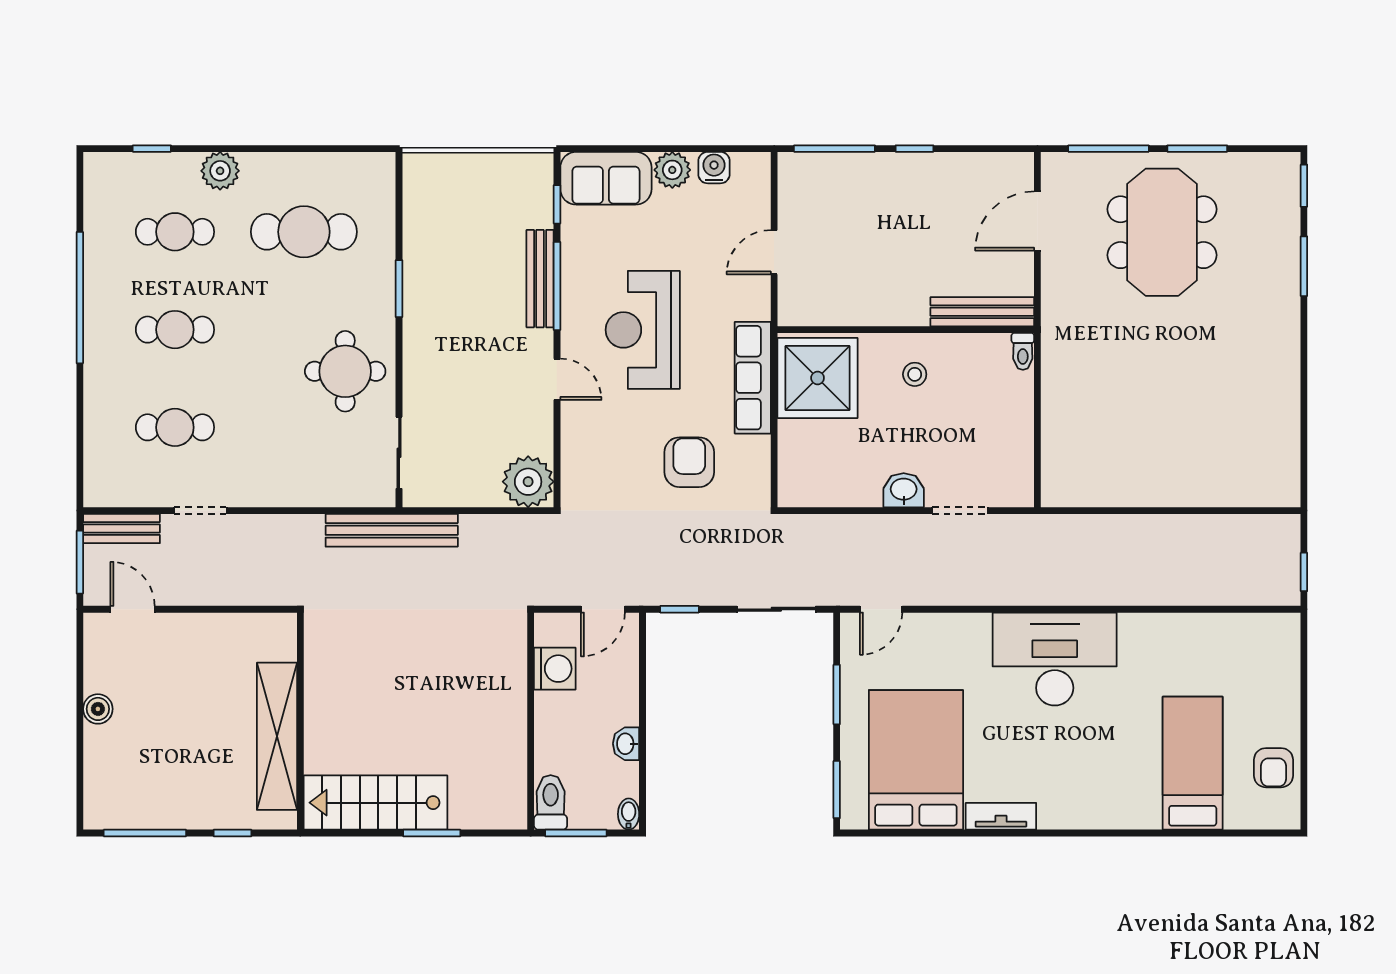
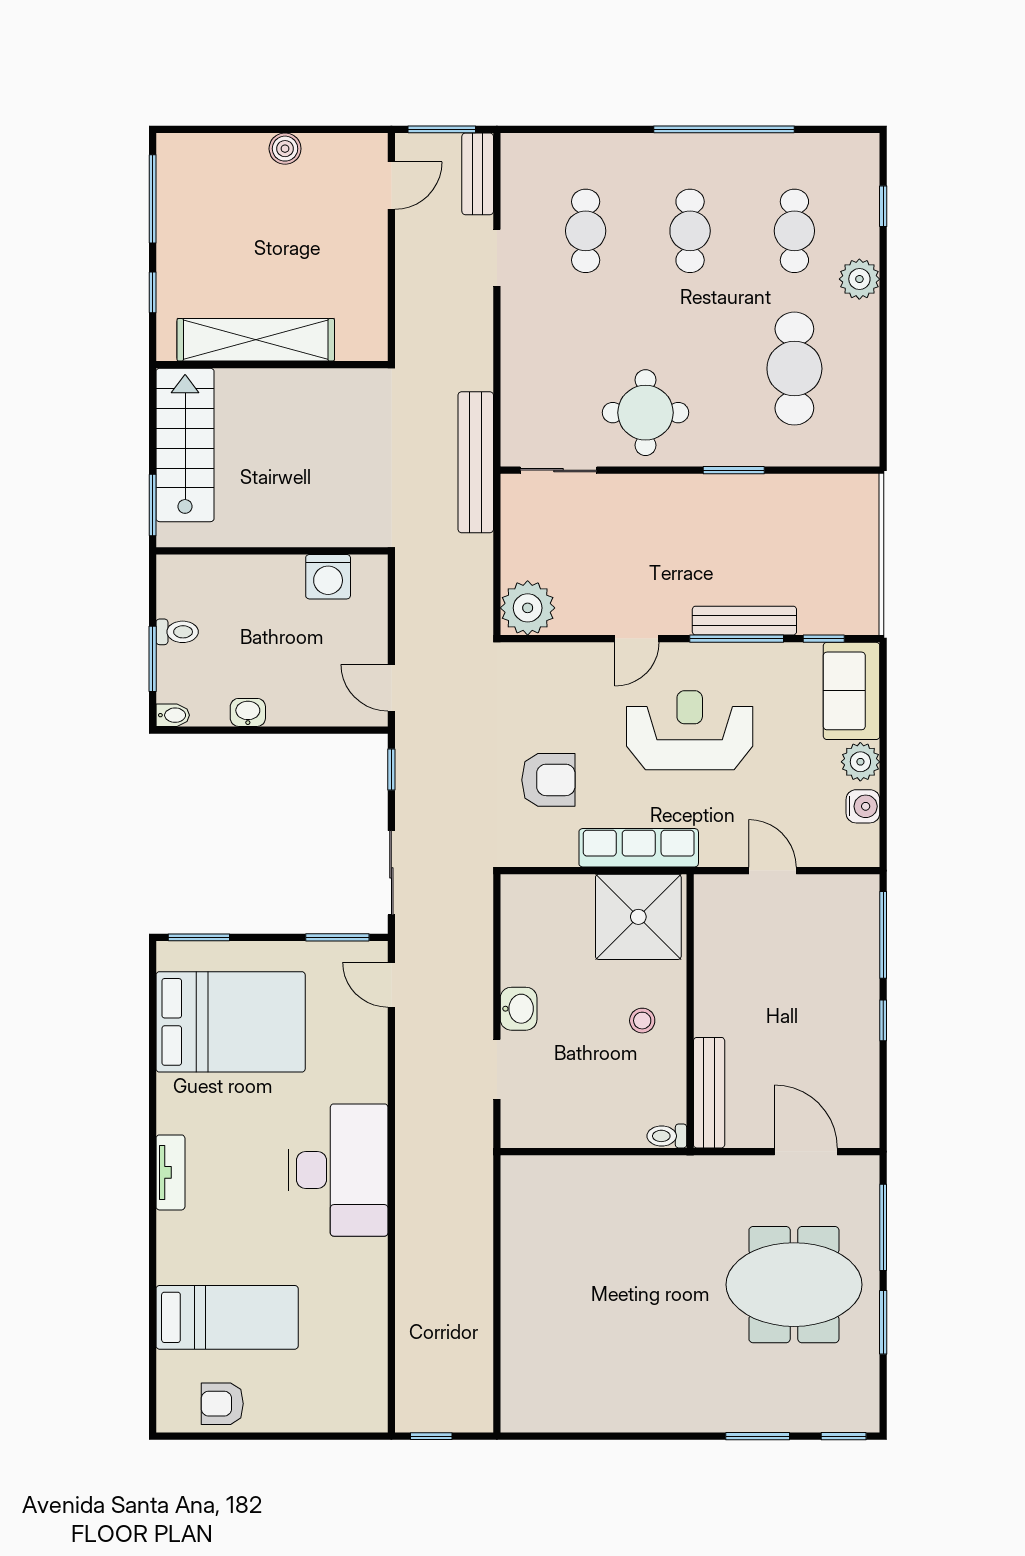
washing machine: (555, 669) -> (328, 577), moved
window: (837, 694) -> (337, 937), moved
wall: (531, 721) -> (272, 551), moved
toilet: (551, 802) -> (177, 632), width x0.73, depth x0.72
tv unit: (1001, 816) -> (170, 1172), moved

